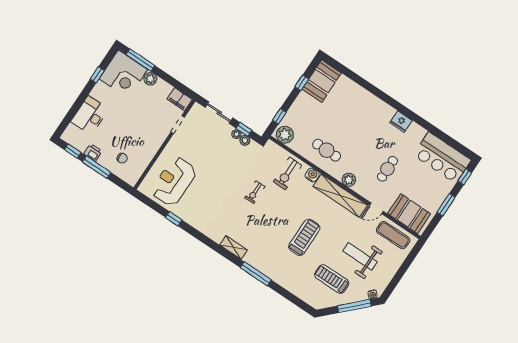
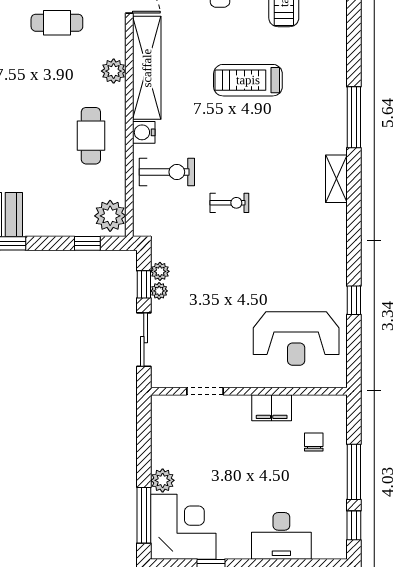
filing cabinet: (180, 99) -> (272, 408), moved, turned 90
printer: (93, 152) -> (335, 493), removed

